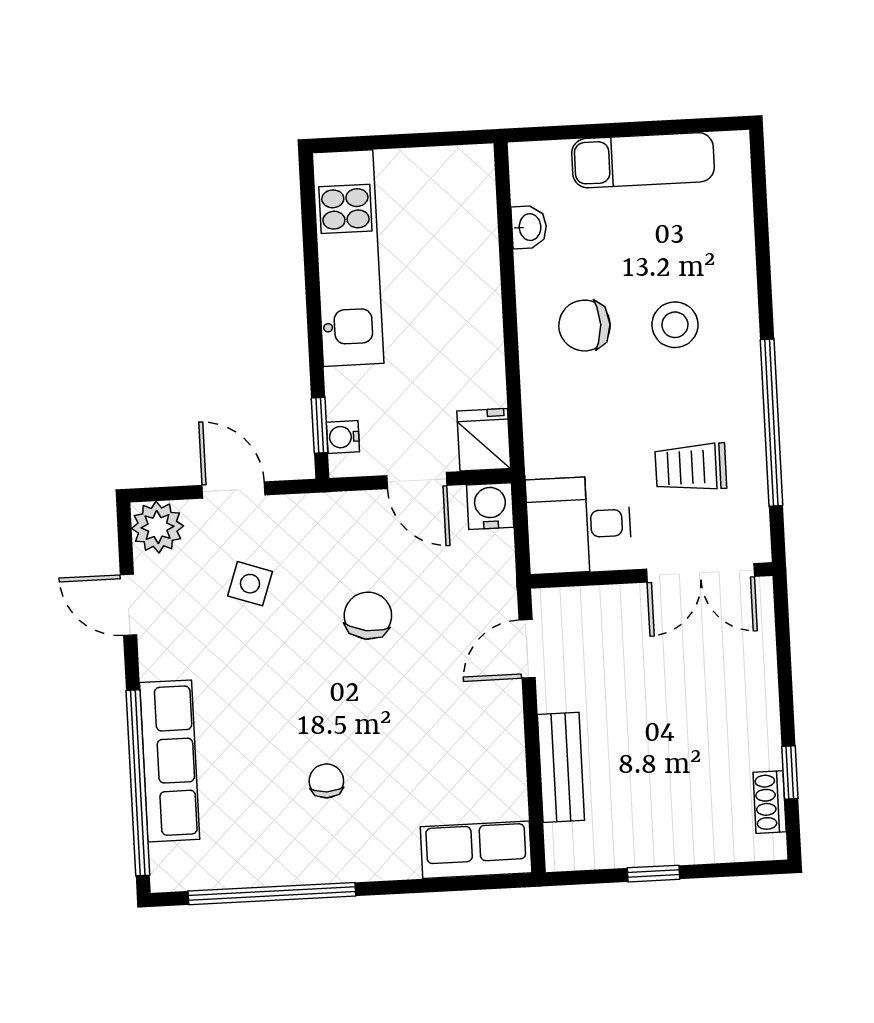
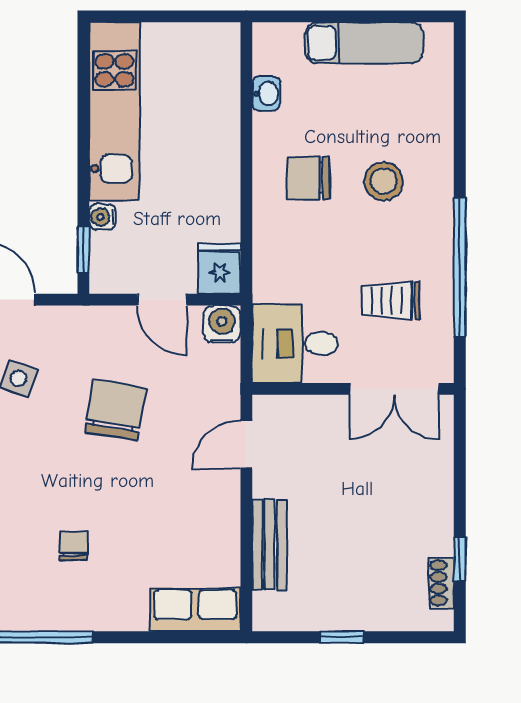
water cooler: (343, 437) -> (102, 217), moved
chair: (368, 616) -> (115, 410), width x1.37, depth x1.37

